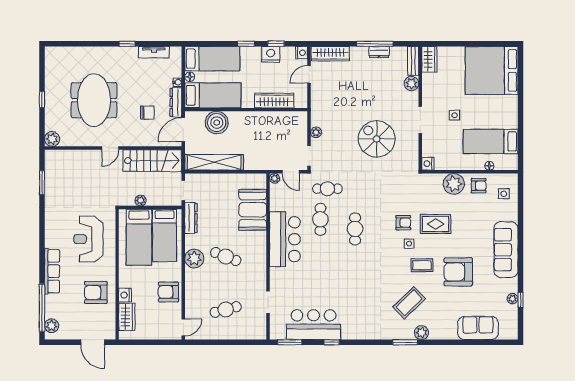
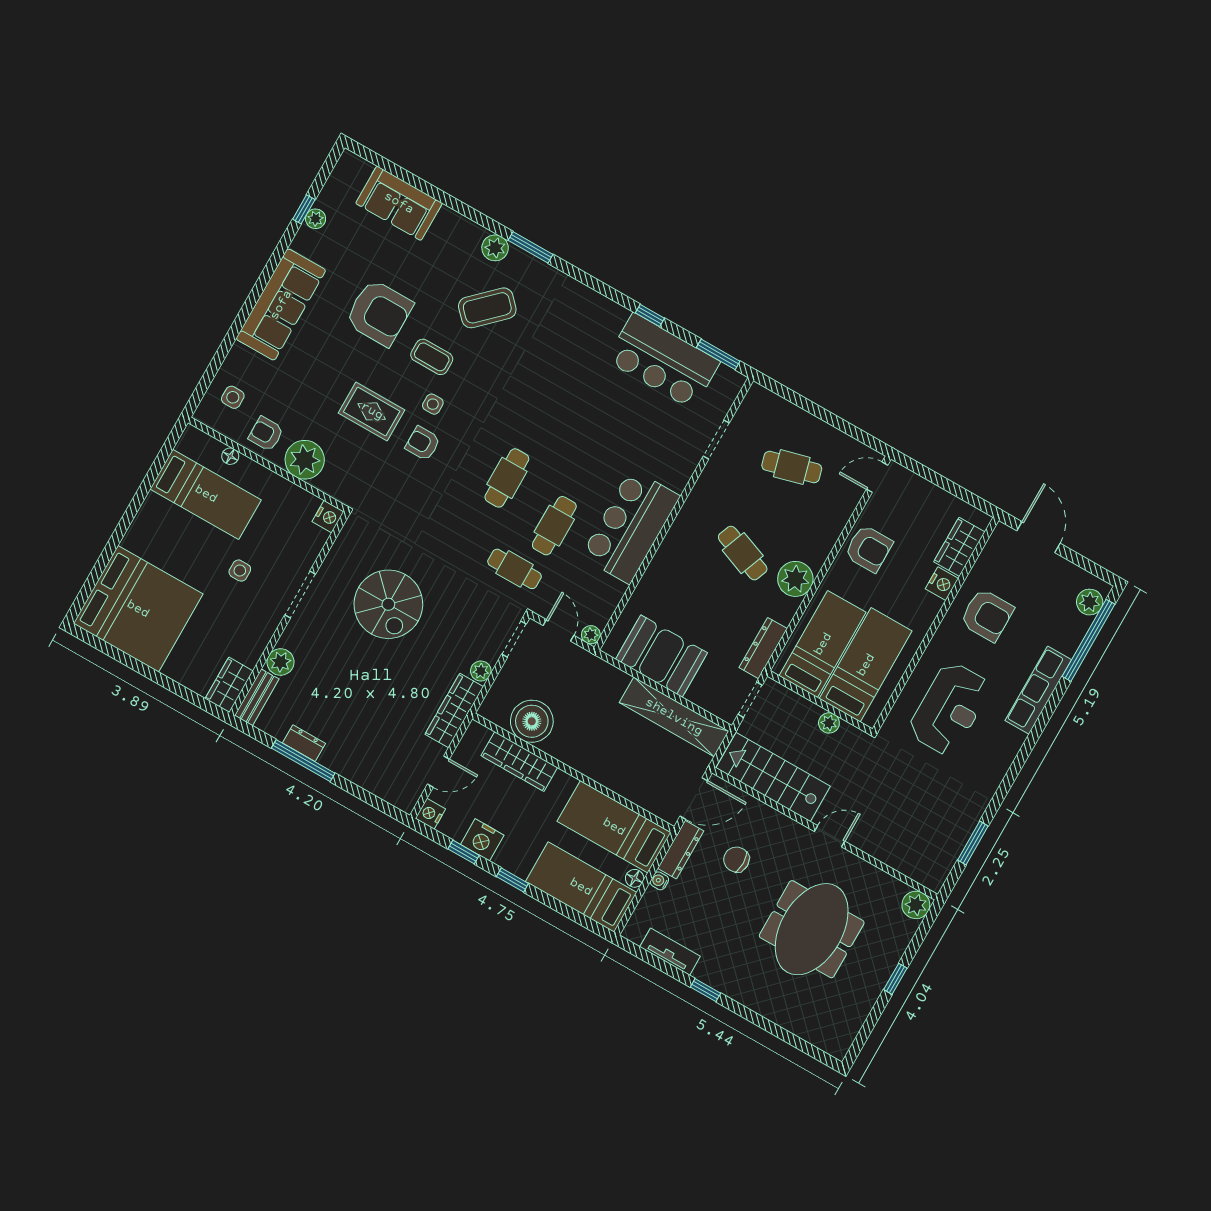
wardrobe: (330, 54) -> (454, 710), moved, turned -90
boiler: (217, 123) -> (532, 721), moved
booth: (253, 210) -> (661, 656), moved, turned 90

